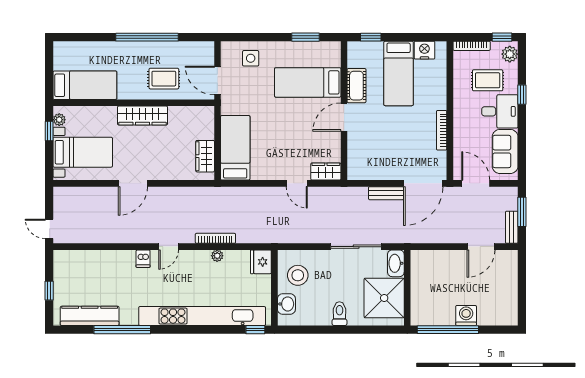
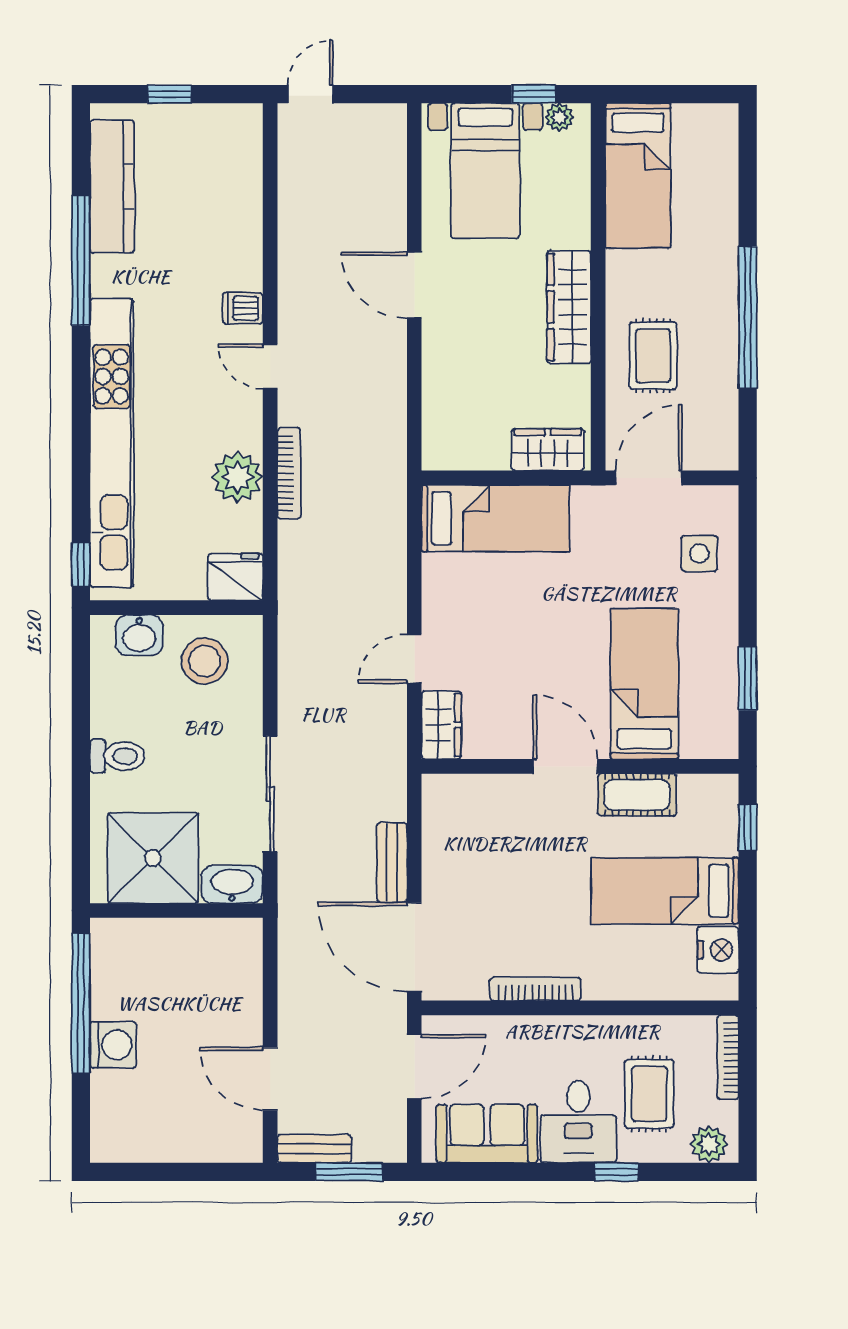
window: (502, 37) -> (748, 1127), removed
wardrobe: (205, 156) -> (548, 450), moved
plant: (217, 256) -> (237, 477), width x1.88, depth x1.88

